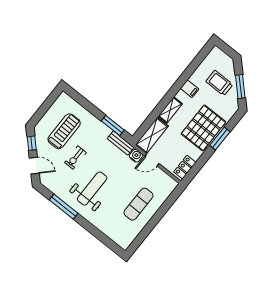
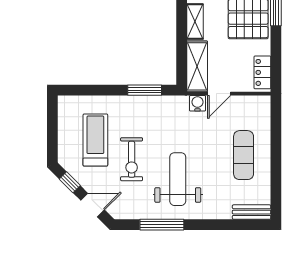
bench: (121, 143) -> (252, 212), moved
exercise bike: (75, 158) -> (132, 159), width x1.38, depth x1.39

